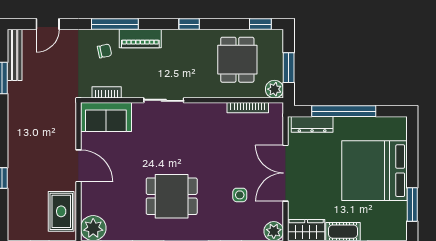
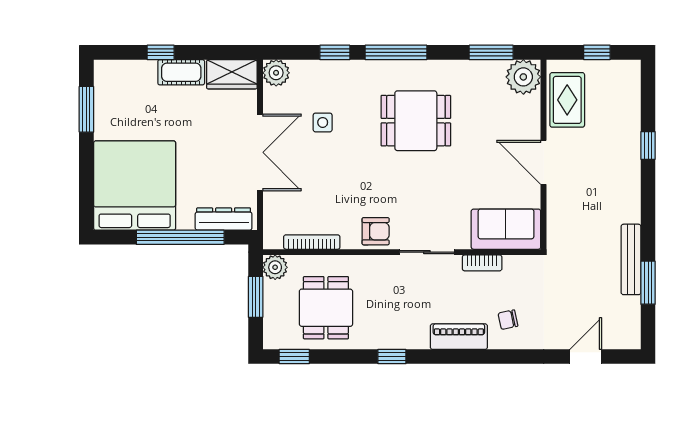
window: (115, 24) -> (494, 357), removed
bench: (15, 55) -> (631, 259), moved
bookcase: (107, 92) -> (482, 263), moved
armchair: (201, 116) -> (376, 231), added
bed: (374, 171) -> (135, 186), moved, turned -90

